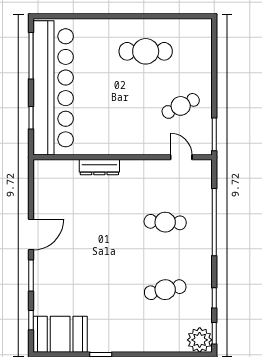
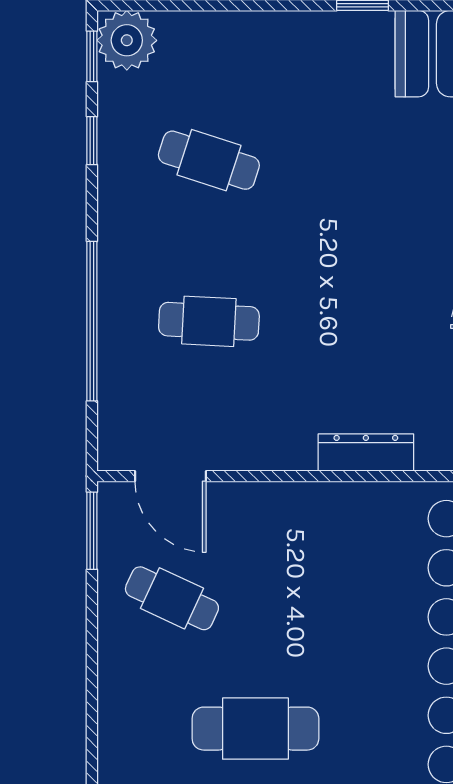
cafe table: (181, 106) -> (172, 598), turned 51
door: (181, 157) -> (171, 476), width x1.38
cafe table: (165, 290) -> (209, 160), turned 30

